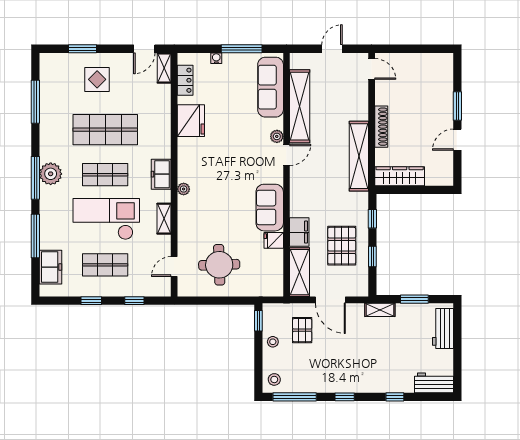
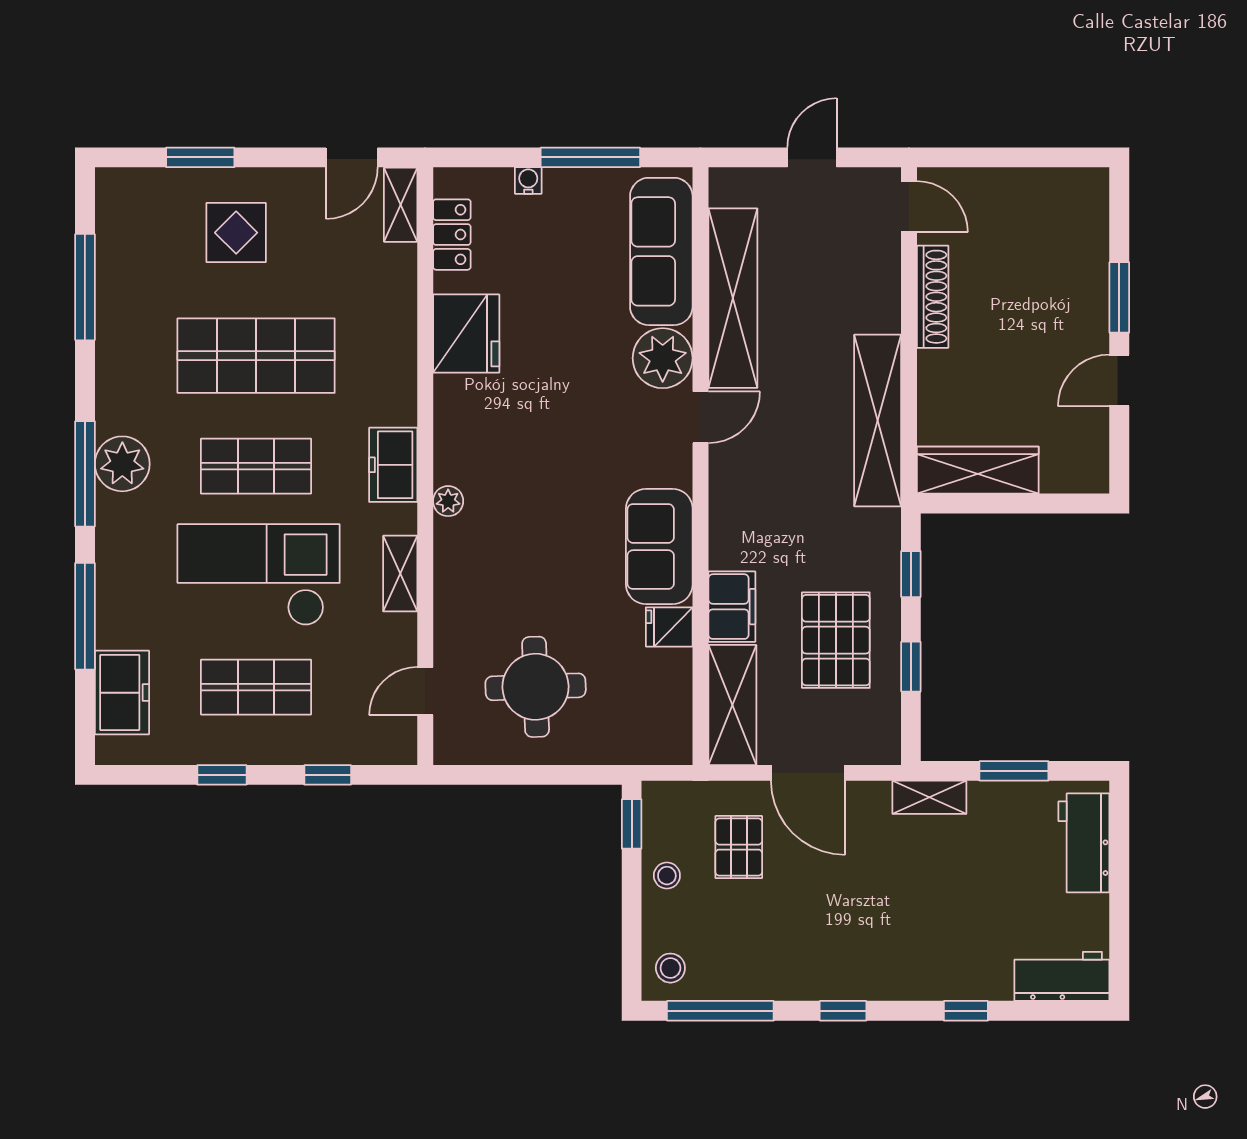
shoe rack: (381, 127) -> (933, 297), moved
plant: (277, 136) -> (663, 358), width x1.87, depth x1.87

